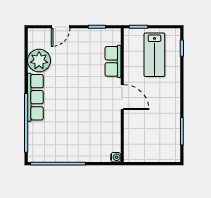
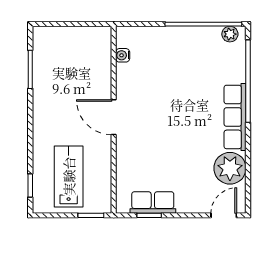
door: (61, 27) -> (224, 215), moved
row of seats: (113, 61) -> (153, 203), moved, turned -90
plant: (39, 157) -> (230, 34), added
water cooler: (116, 157) -> (123, 55), moved

